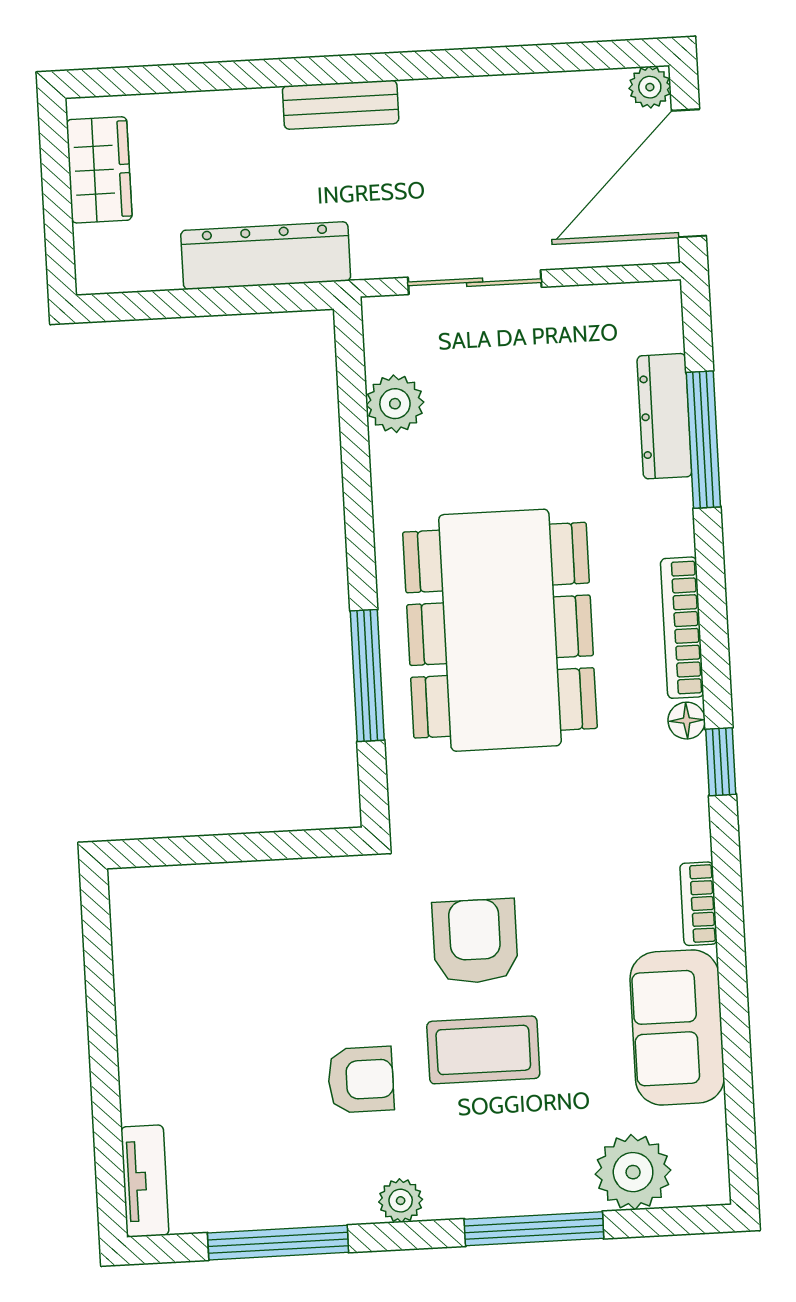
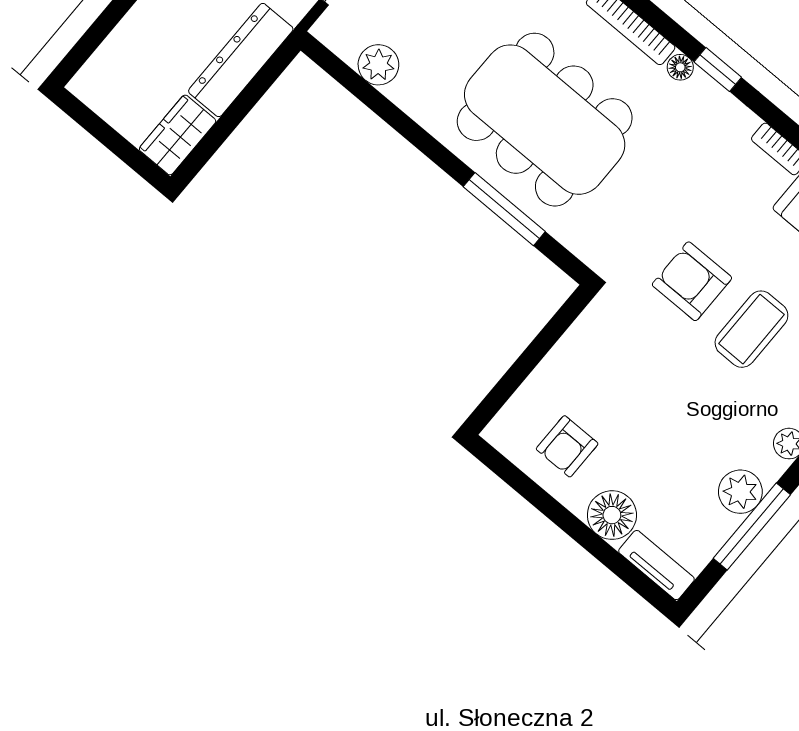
wardrobe: (99, 170) -> (178, 135), moved, turned -90
armchair: (361, 1080) -> (567, 446), moved, turned 180
floor lamp: (154, 1086) -> (612, 515), added
plant: (303, 1197) -> (740, 492), added

